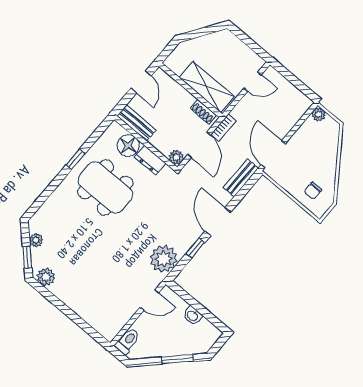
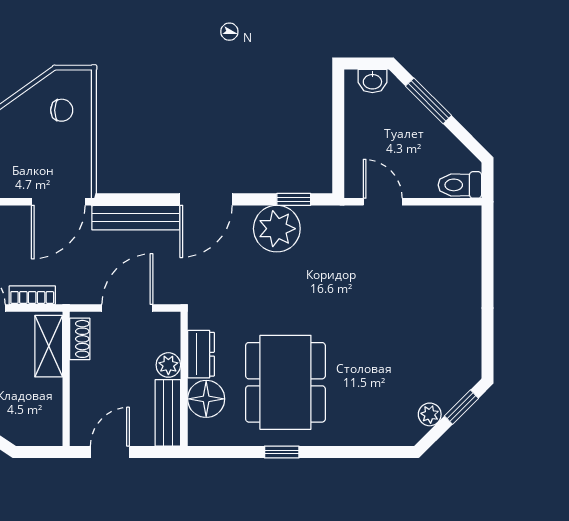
shelving: (207, 87) -> (49, 346), width x0.67, depth x0.75
bookcase: (224, 128) -> (32, 295), moved
plant: (176, 157) -> (168, 365), moved
bench: (241, 178) -> (136, 218), width x1.36
window: (195, 248) -> (294, 199), moved
plant: (164, 259) -> (277, 229), moved
plant: (46, 277) -> (466, 361), removed
washbasin: (193, 316) -> (372, 81), moved, turned 90

